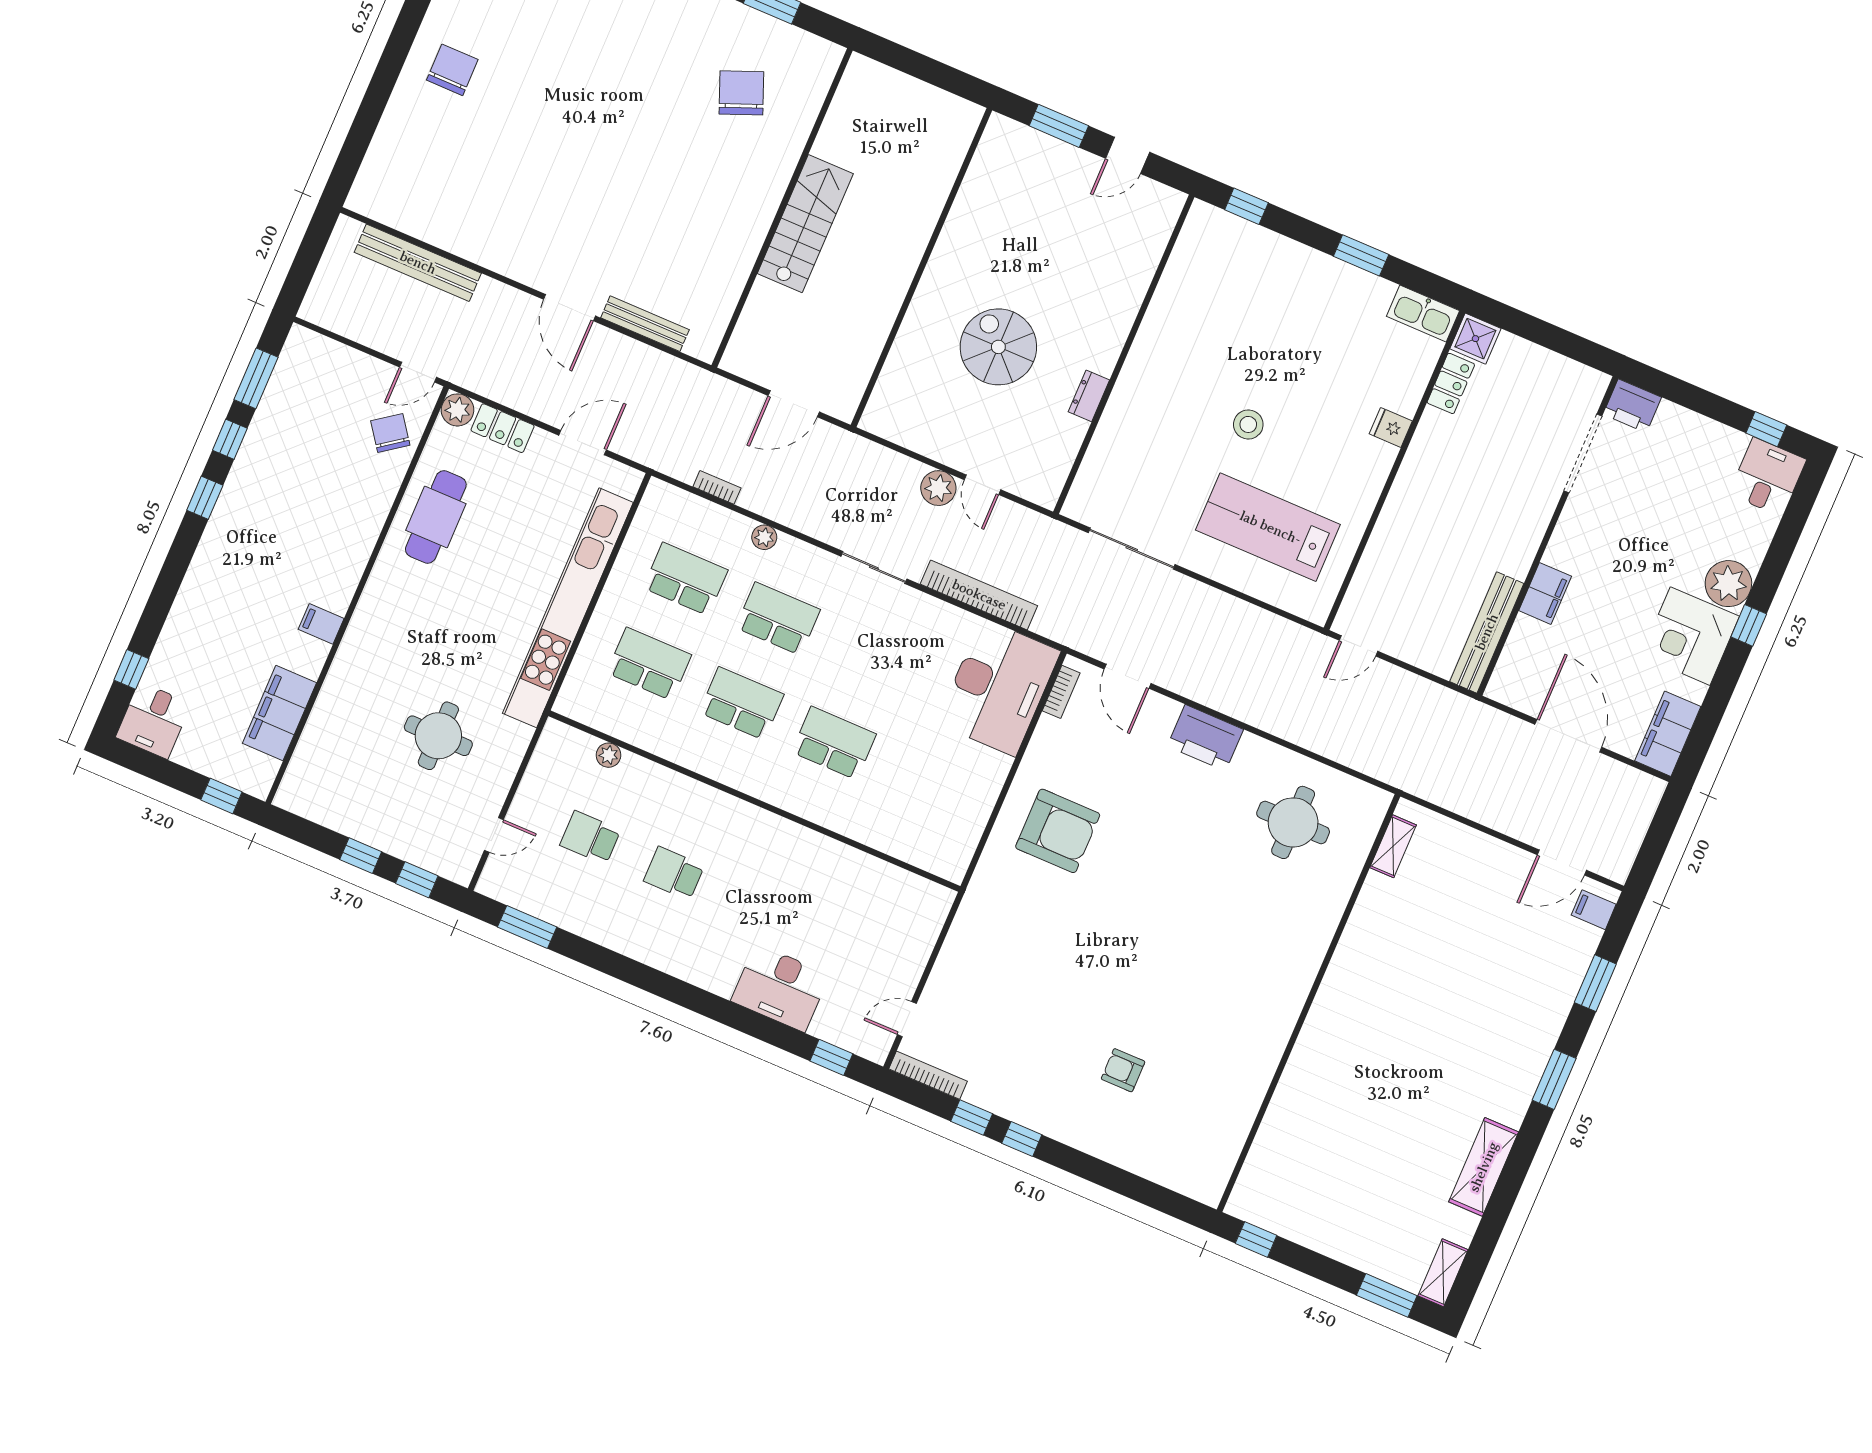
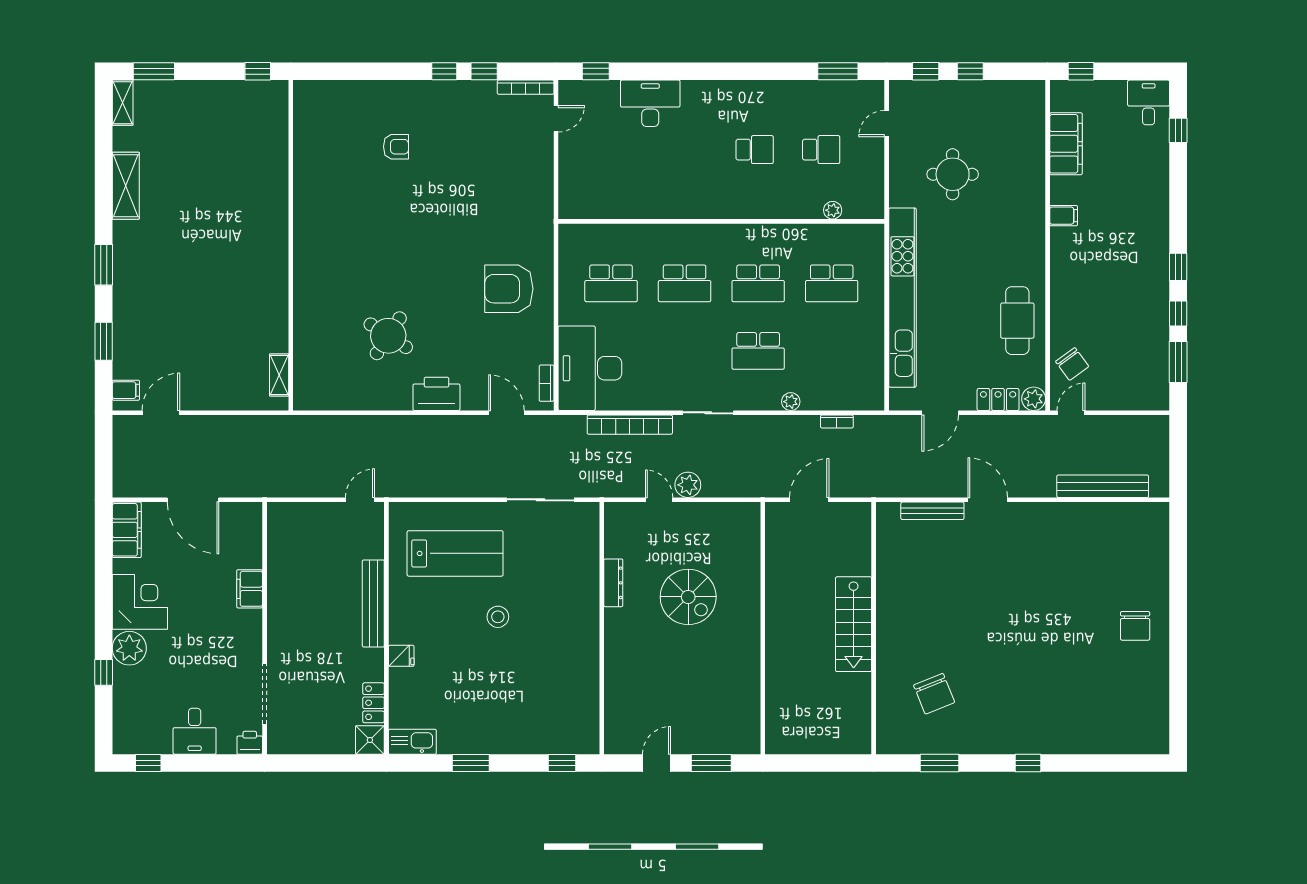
dresser: (1089, 396) -> (613, 583), width x1.44
printer: (1632, 406) -> (250, 743), width x0.73, depth x0.81
desk: (1768, 477) -> (195, 731), moved
school desk: (685, 579) -> (611, 283), moved
window: (1749, 625) -> (104, 672), moved
bench: (1487, 632) -> (373, 603), moved
round table: (1293, 822) -> (388, 336), moved, turned 33

